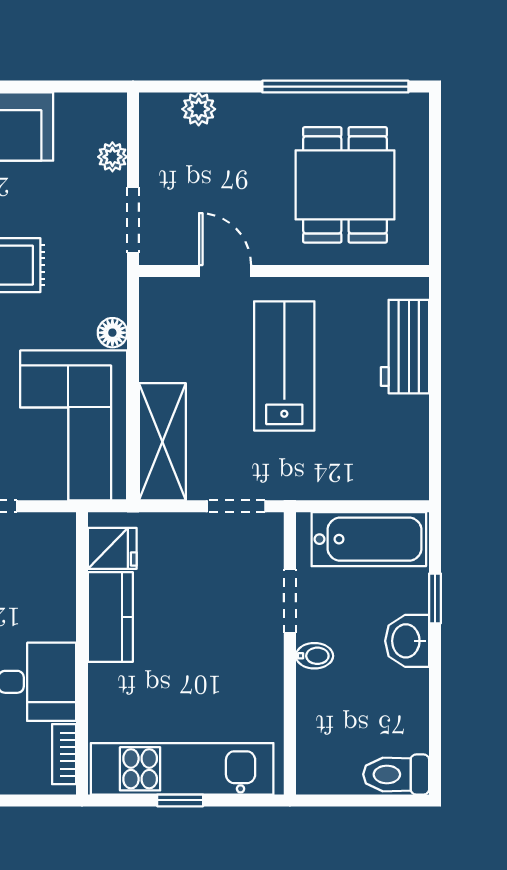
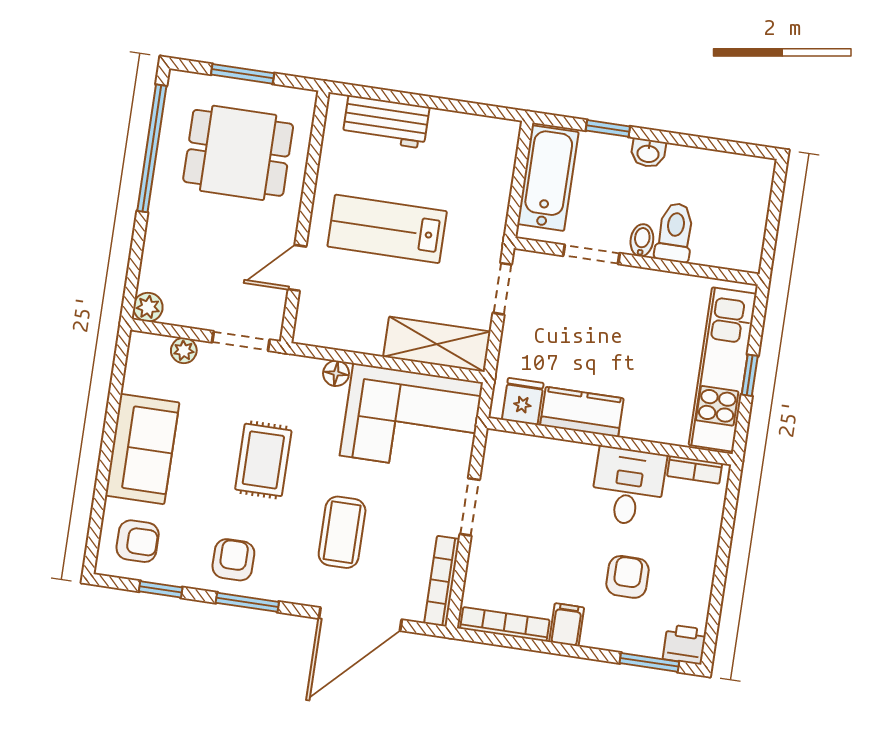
plant: (199, 109) -> (148, 307), moved
window: (435, 177) -> (243, 74), added
washbasin: (407, 641) -> (648, 153), width x0.72, depth x0.69
toilet: (396, 774) -> (675, 233), moved, turned 180

